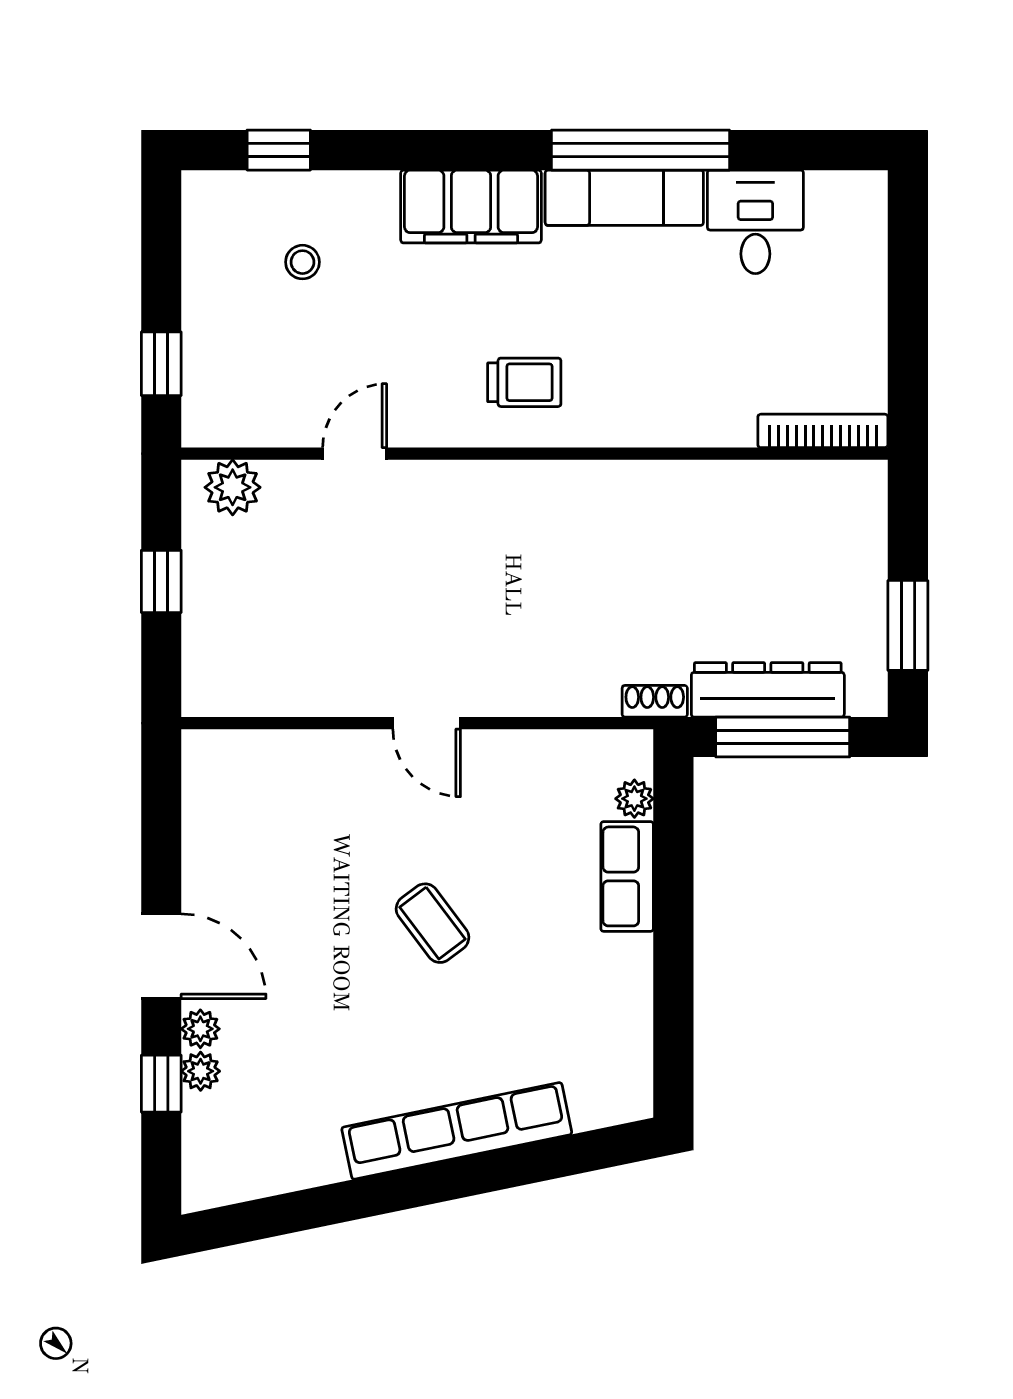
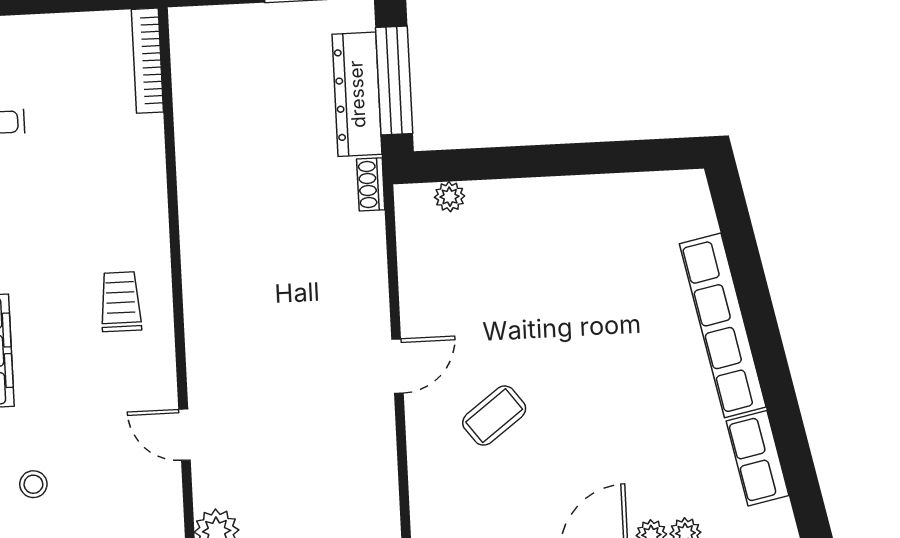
row of seats: (627, 876) -> (757, 458), moved, turned 78
coffee table: (433, 923) -> (494, 416), moved

